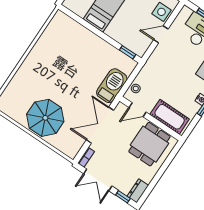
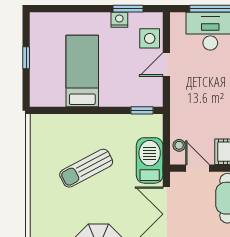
sun lounger: (70, 65) -> (86, 168), added
door: (138, 110) -> (197, 168), swing flipped

